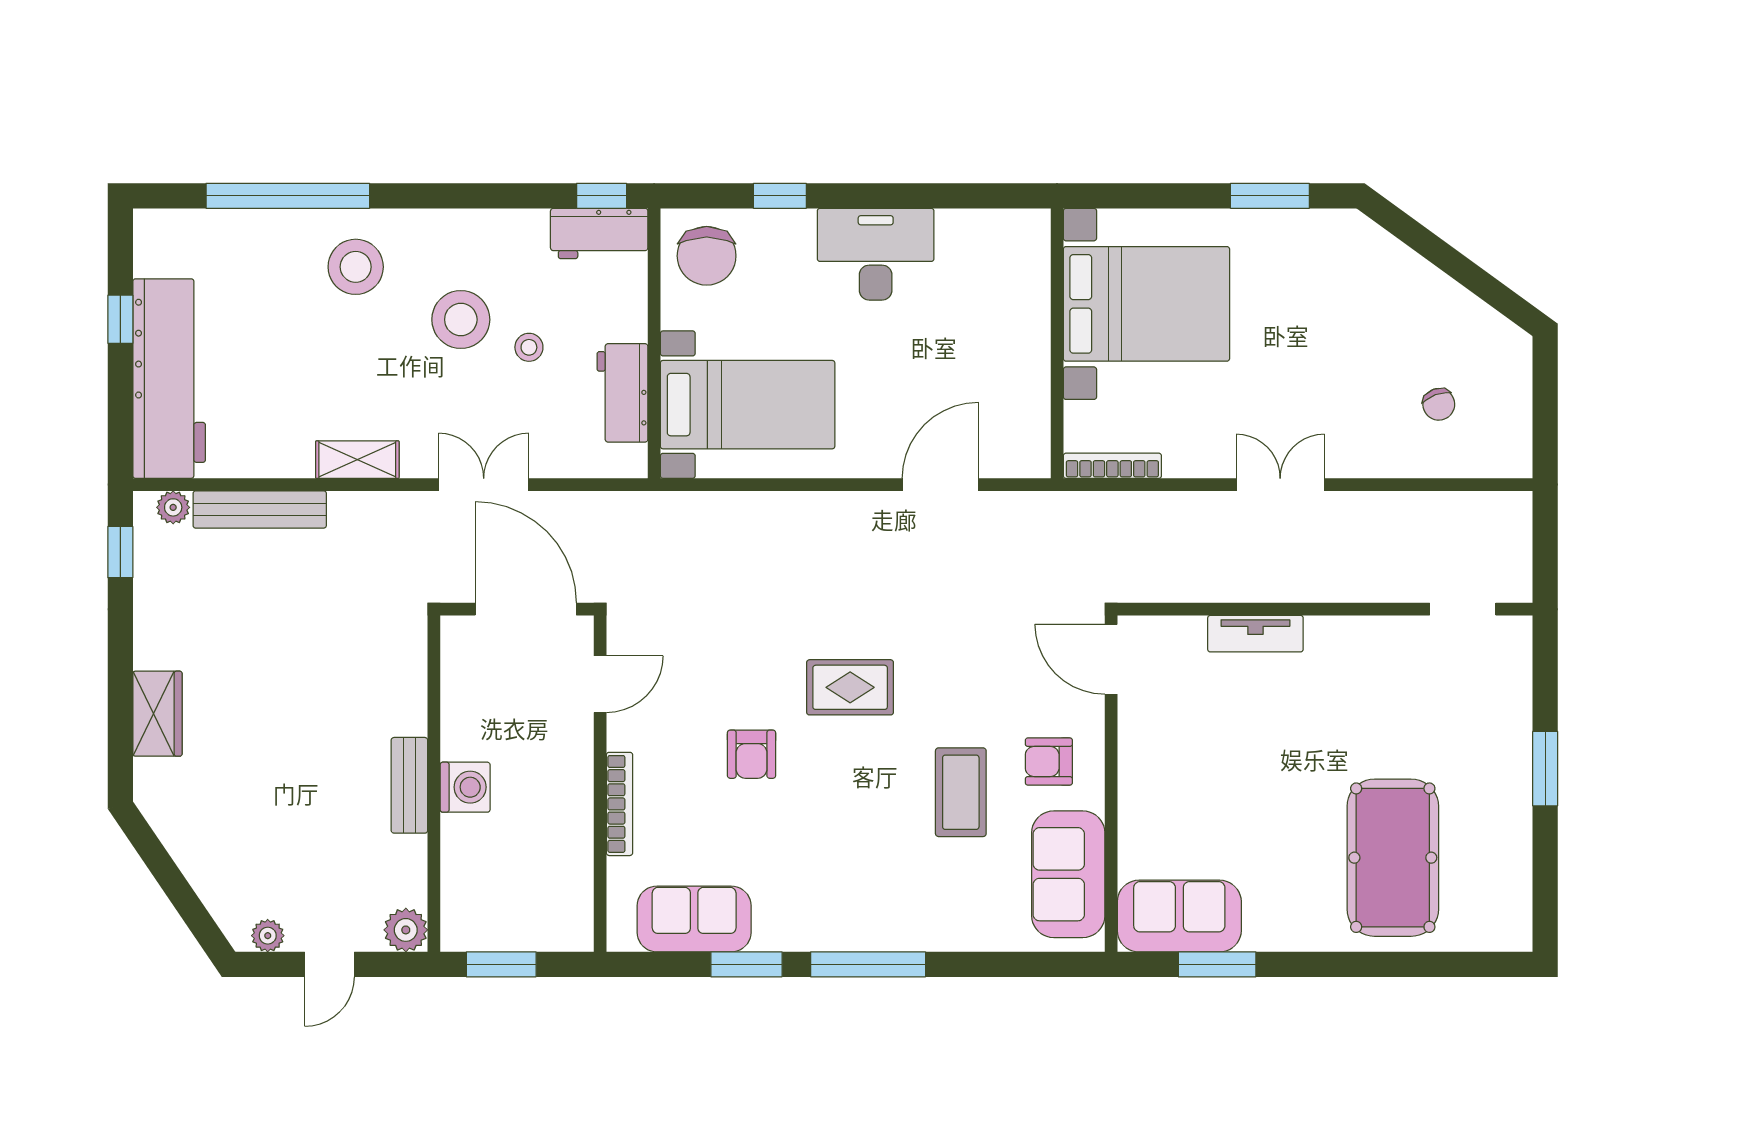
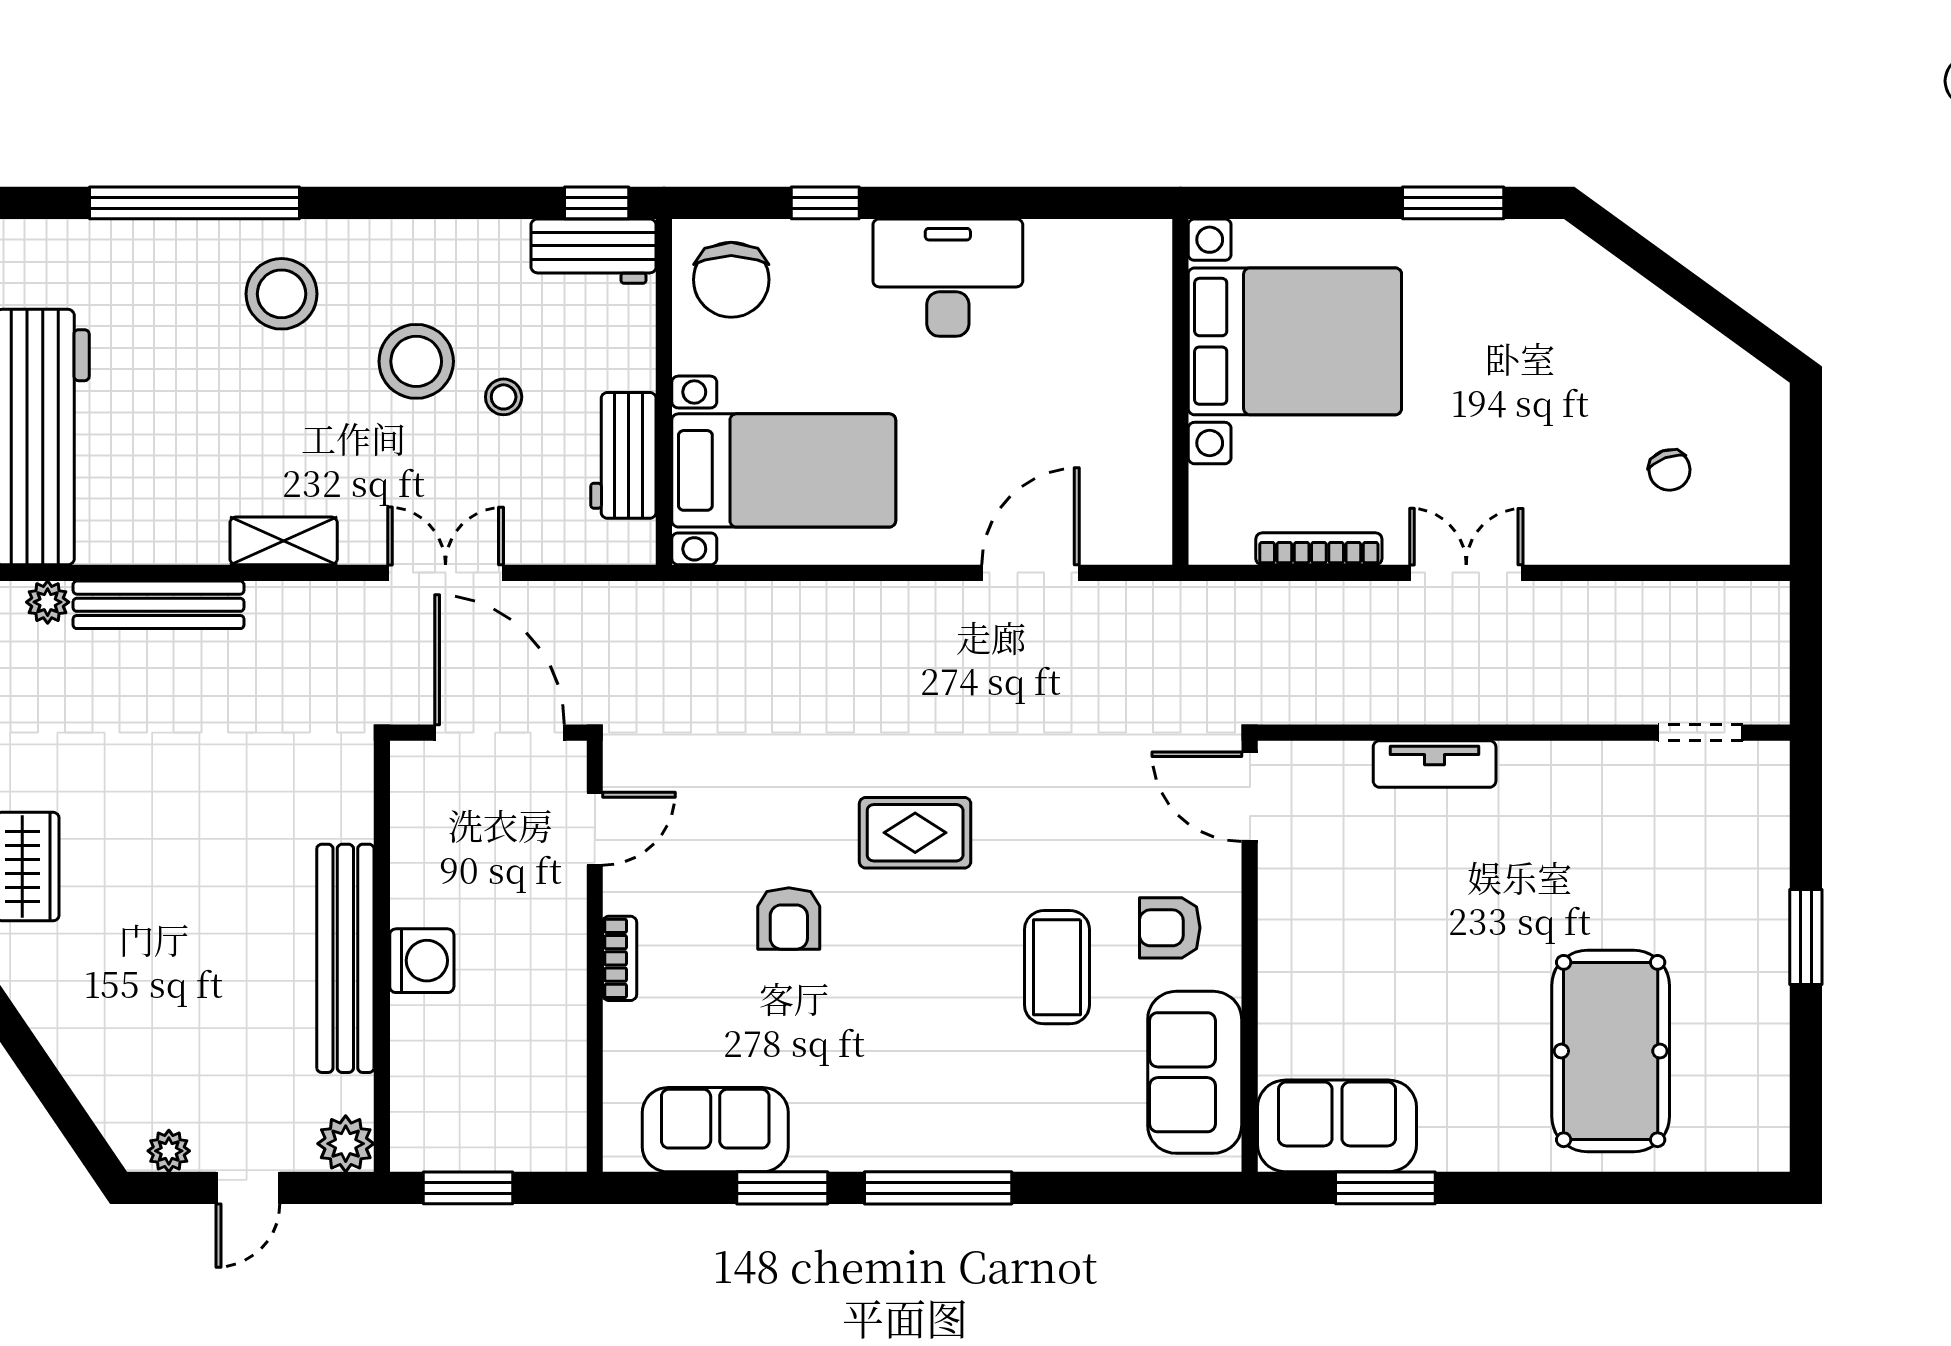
bookcase: (1112, 466) -> (1319, 549), moved
bench: (409, 785) -> (345, 958), width x1.86, depth x1.21
bookcase: (620, 804) -> (620, 958), width x0.64

